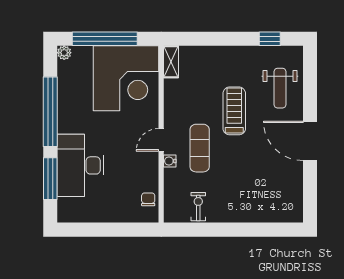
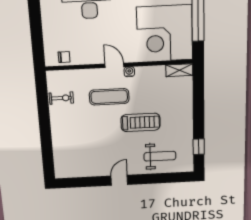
weight bench: (280, 88) -> (160, 156), turned 180
door: (310, 141) -> (119, 180), width x0.53
water cooler: (170, 161) -> (129, 72), moved

